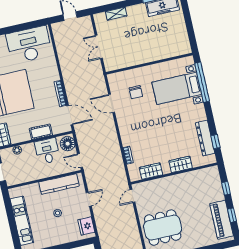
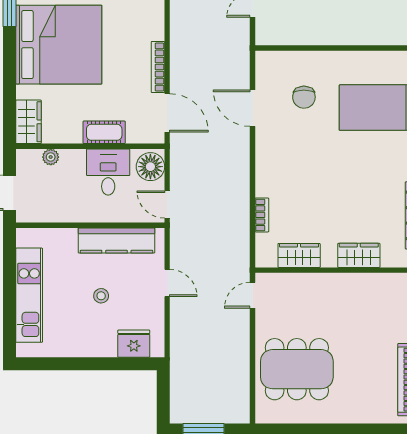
door: (89, 199) -> (167, 283), hinge flipped
fridge: (86, 226) -> (134, 344), moved, turned 90

